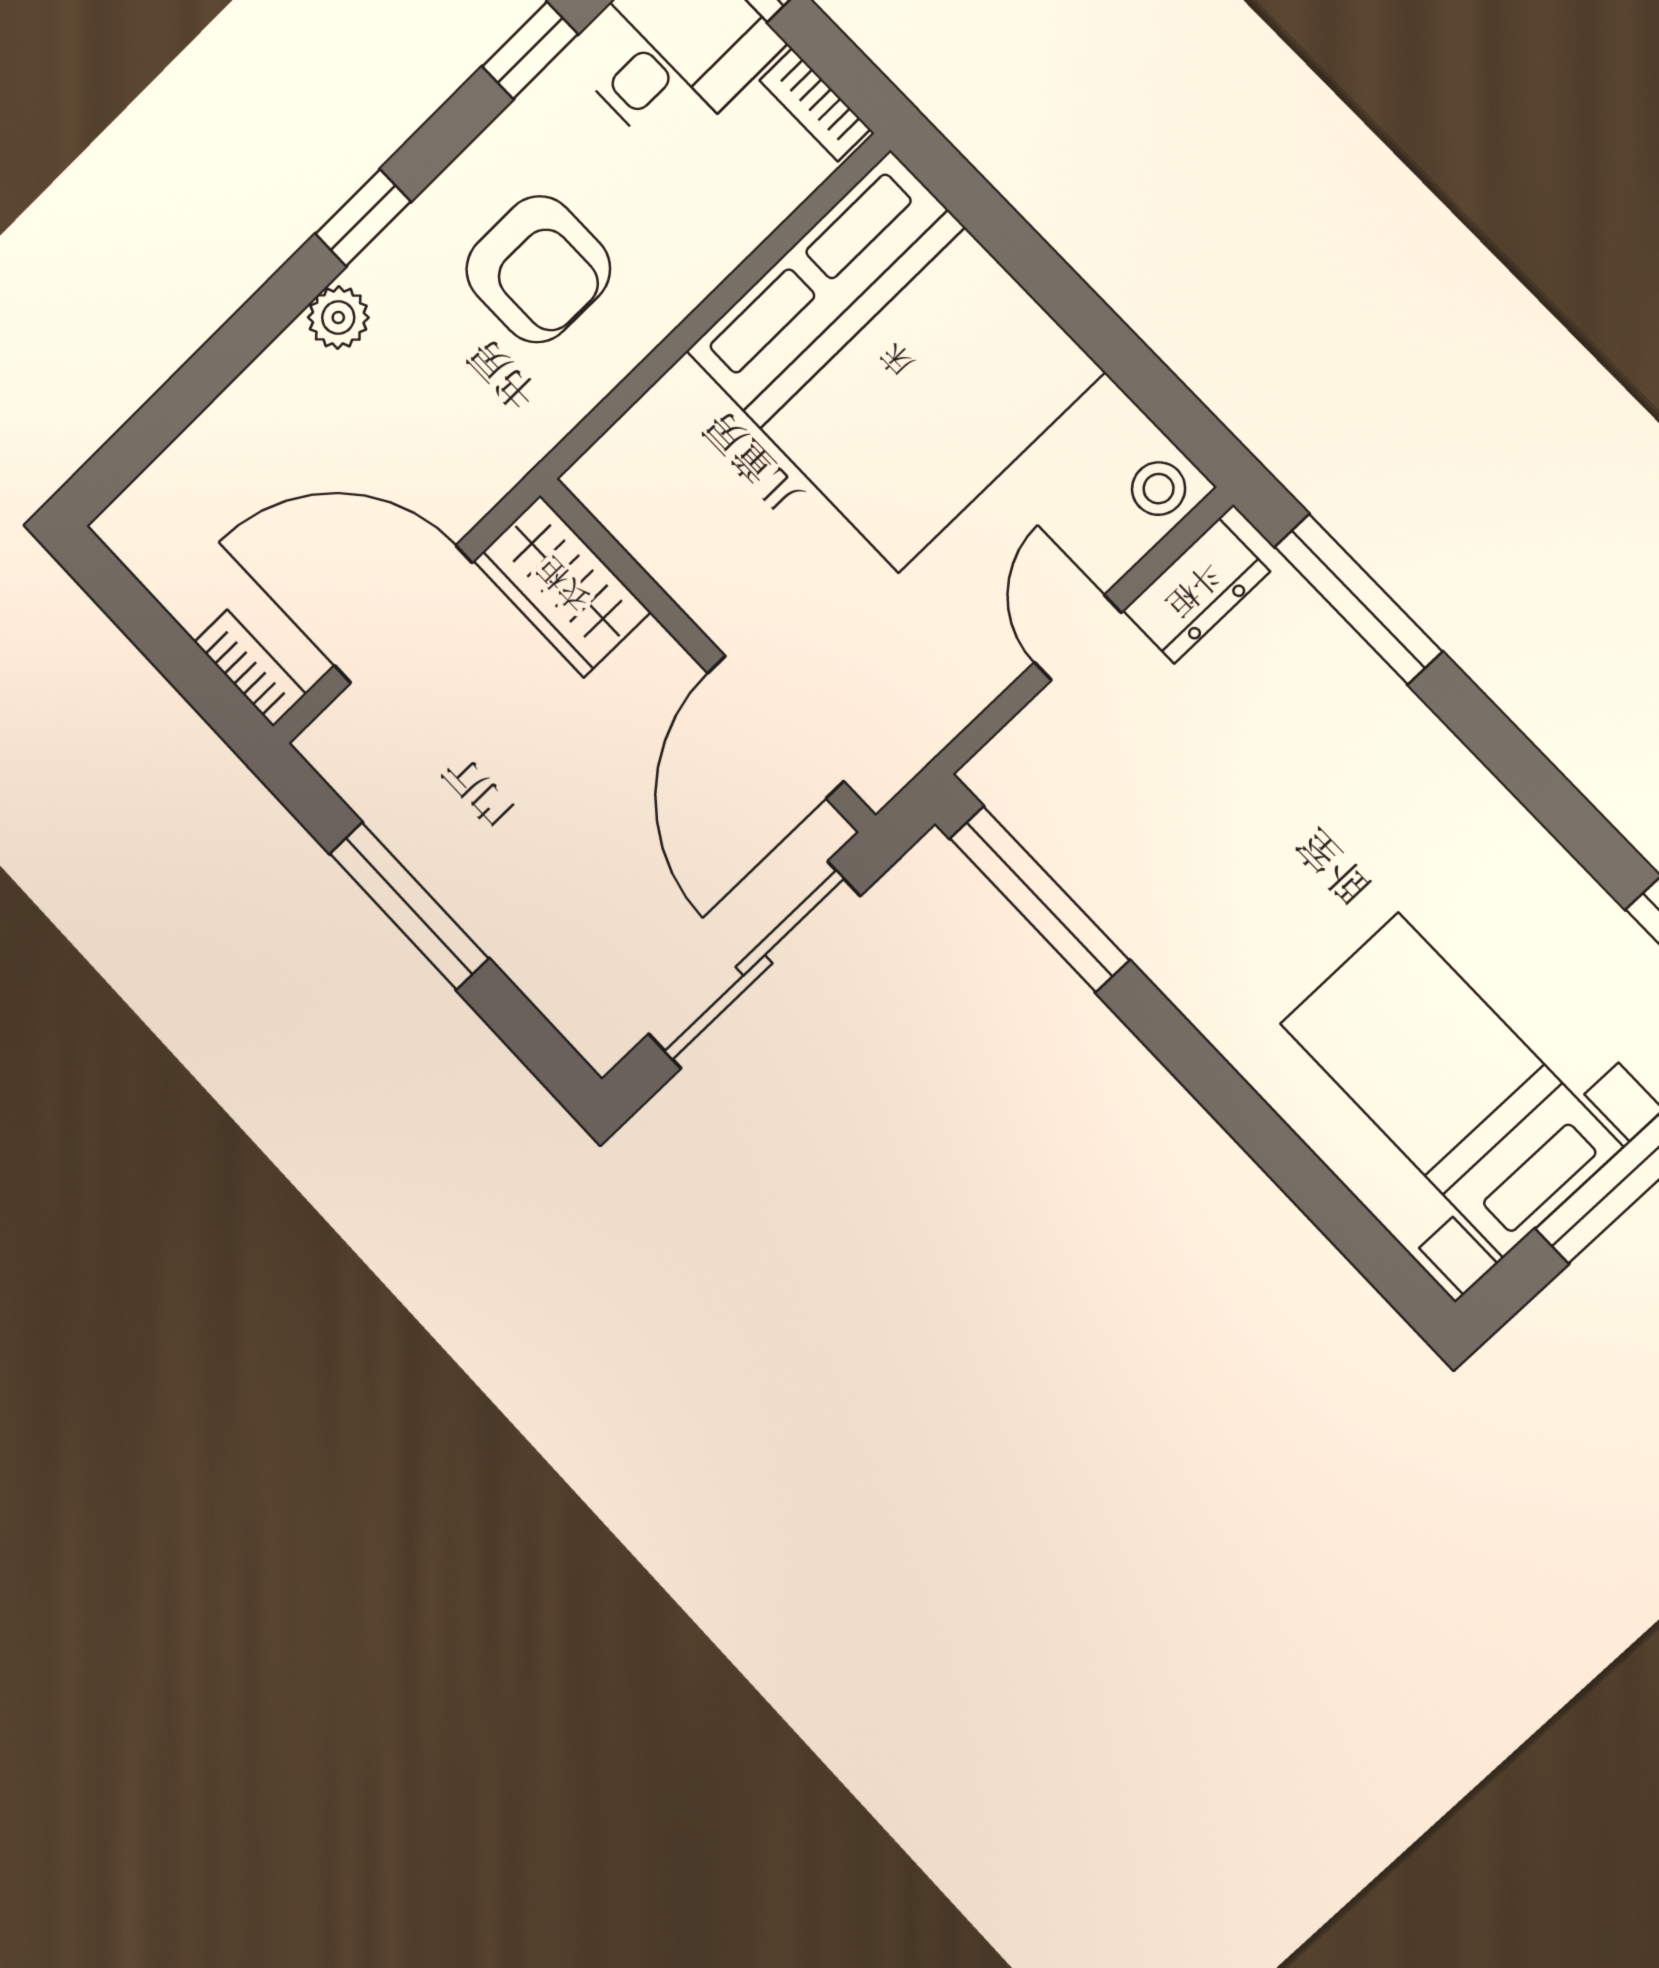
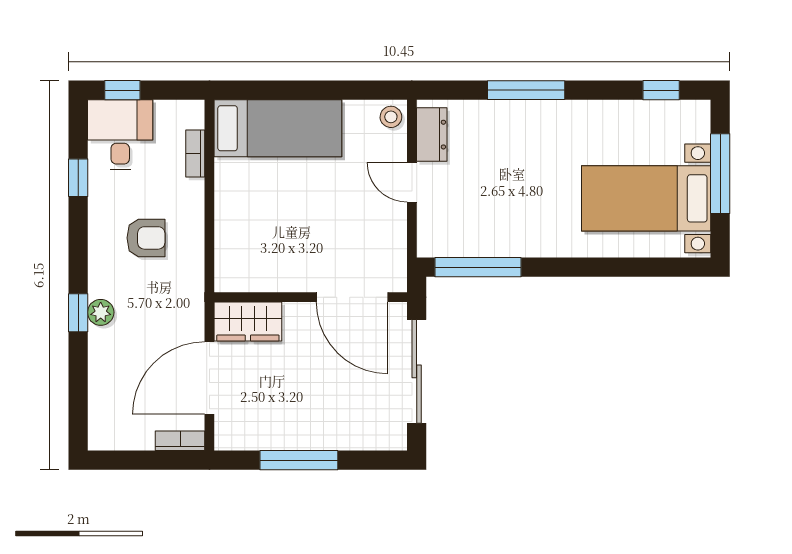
bookcase: (815, 105) -> (195, 154), moved, turned 90
window: (363, 218) -> (78, 313), moved
armchair: (538, 269) -> (146, 238), width x0.72, depth x0.72
bed: (895, 361) -> (278, 128), width x0.49
window: (1358, 599) -> (526, 90), moved

